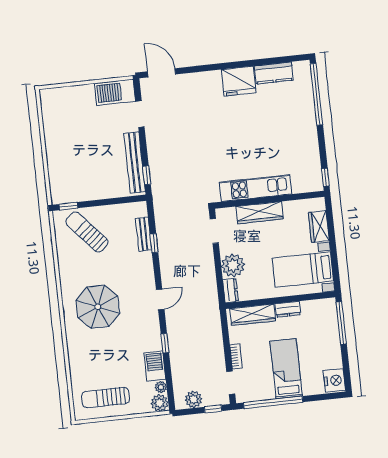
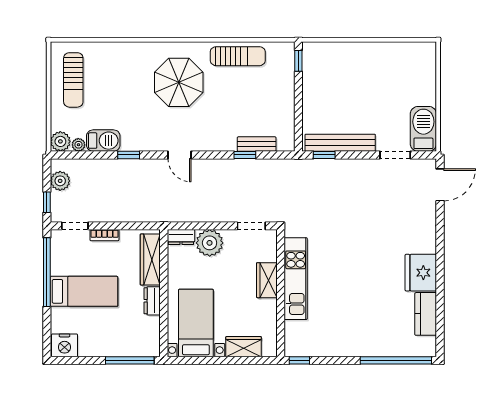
wardrobe: (260, 213) -> (267, 280), width x0.67
sun lounger: (87, 232) -> (238, 56), moved, turned 41
sun lounger: (106, 398) -> (73, 80), turned 180

